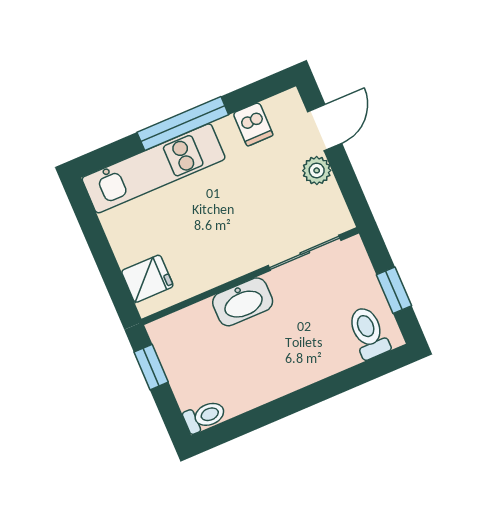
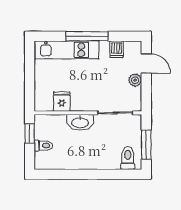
door: (325, 128) -> (146, 63), hinge flipped
fridge: (147, 279) -> (62, 102), moved, turned -90
window: (394, 290) -> (146, 145), width x1.50
toilet: (205, 416) -> (43, 146), moved

